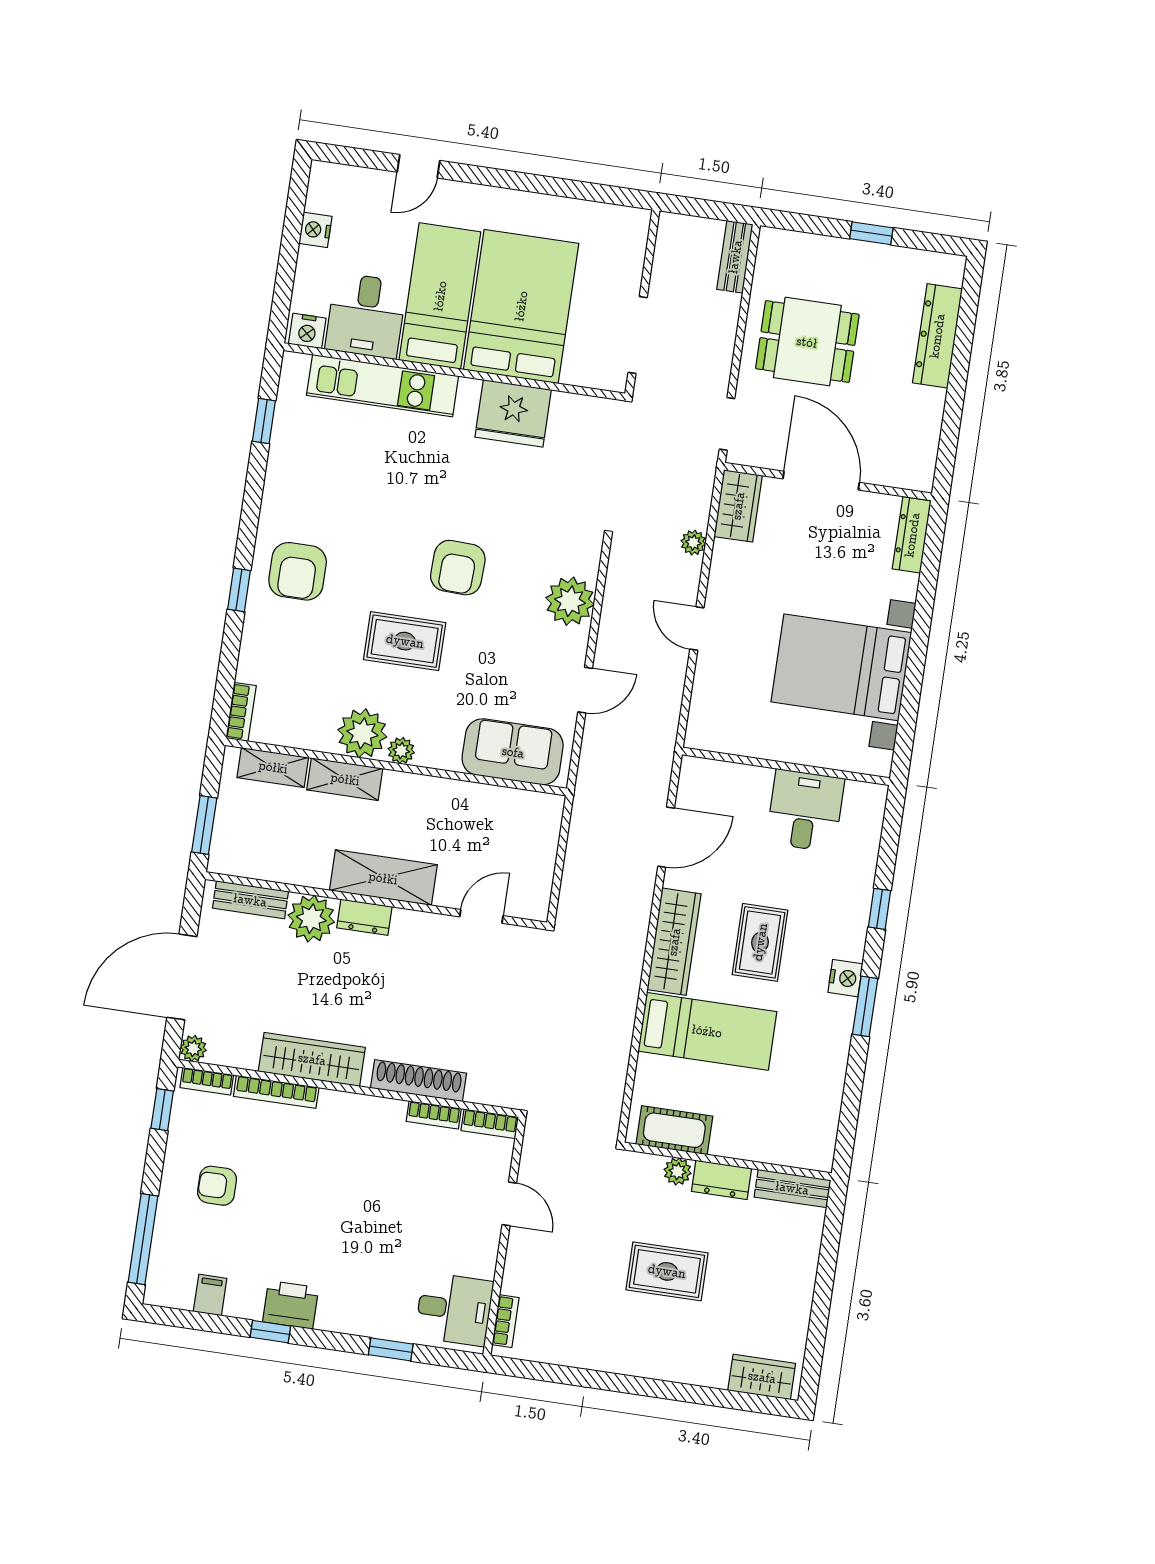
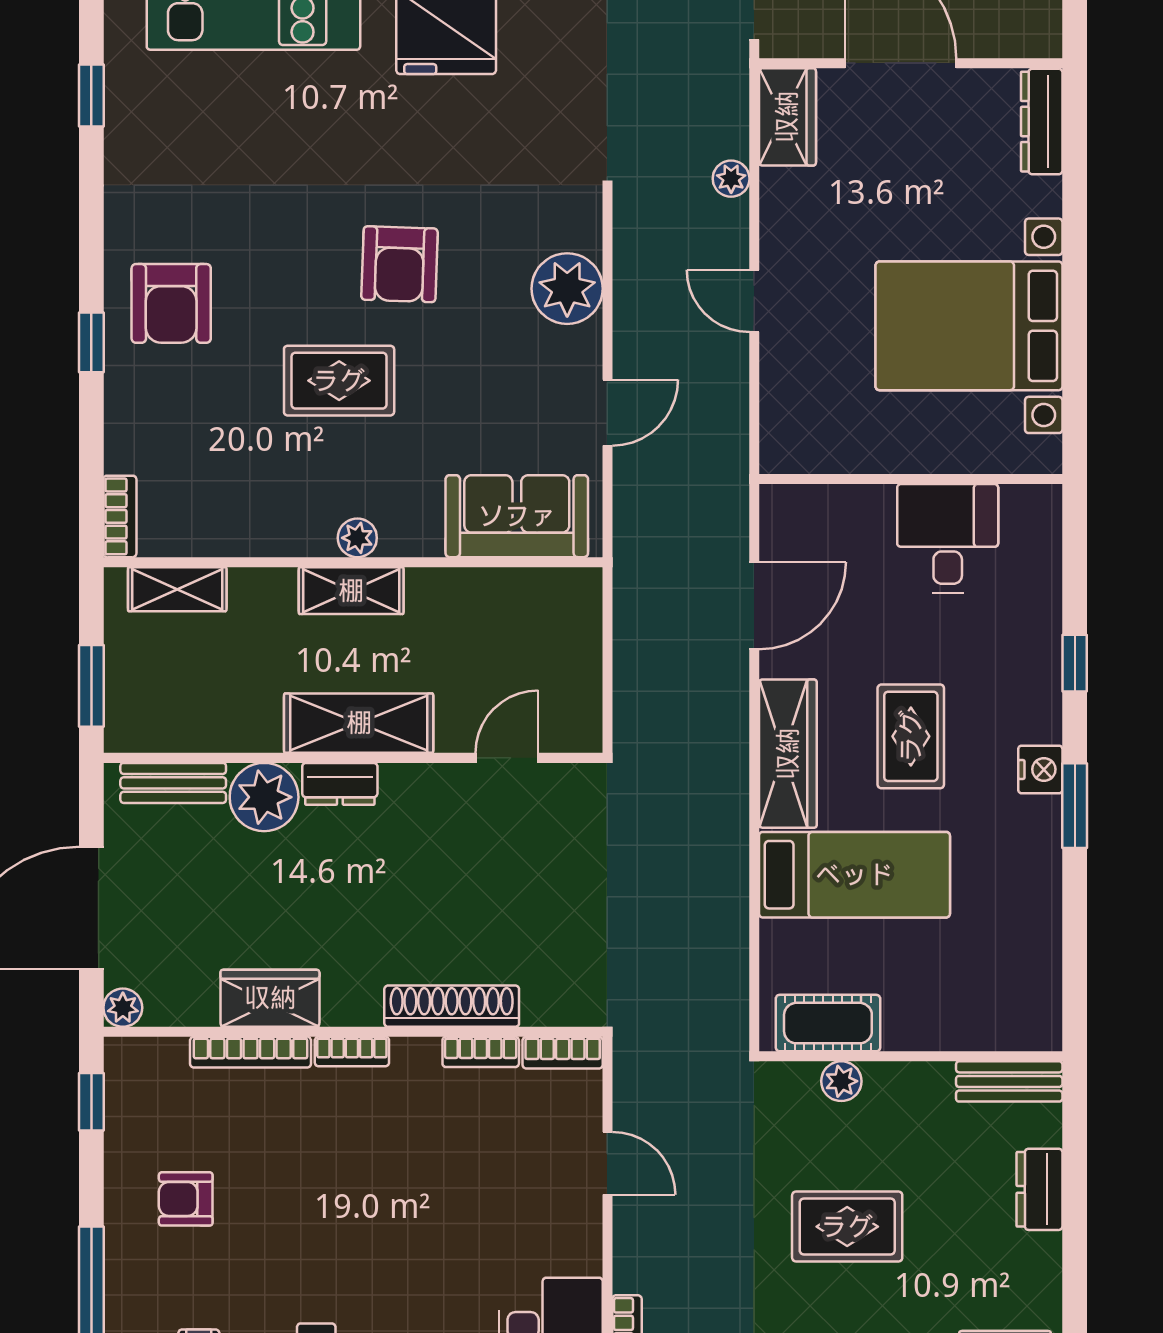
plant: (362, 733) -> (298, 521), removed
shelving: (345, 779) -> (351, 591), moved
wardrobe: (312, 1059) -> (270, 998), width x0.67
bookcase: (207, 1081) -> (352, 1052), moved
dresser: (722, 1180) -> (1040, 1189), moved, turned 90

